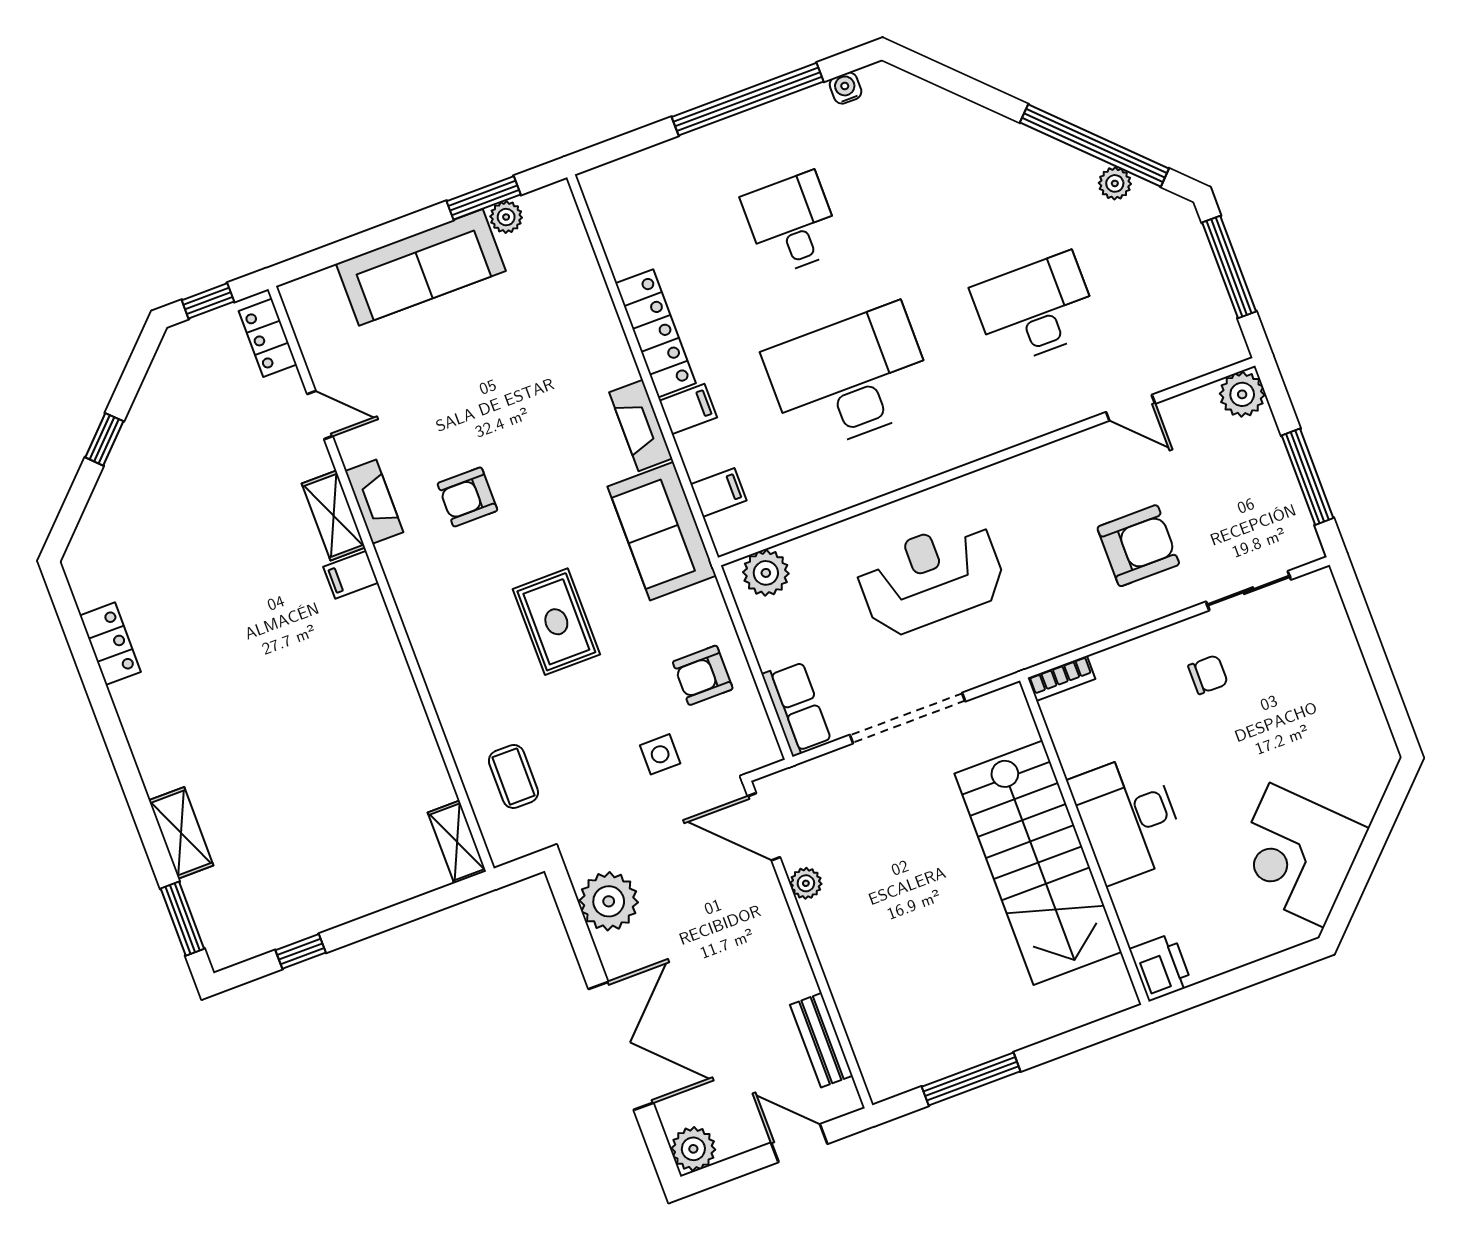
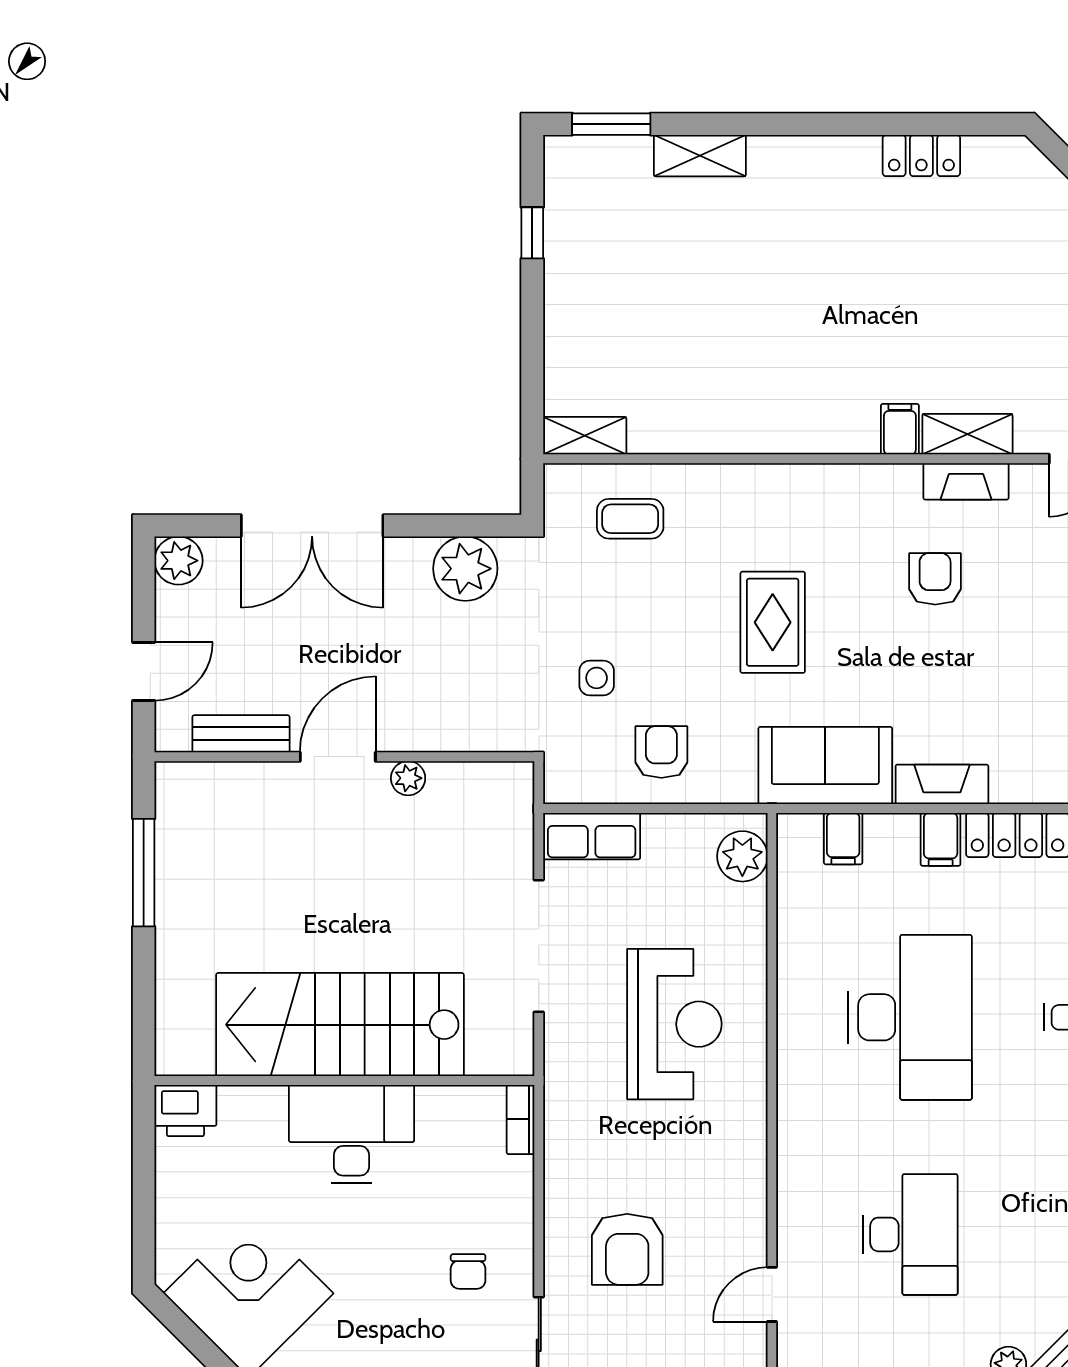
rug: (556, 622) -> (773, 622), turned 90
door: (764, 827) -> (338, 757), moved

